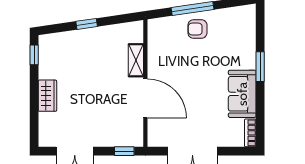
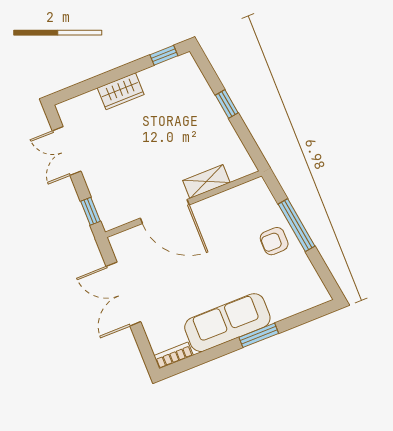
armchair: (197, 29) -> (274, 241), turned -90
sofa: (242, 94) -> (227, 323), width x1.36
door: (145, 98) -> (165, 211), hinge flipped

